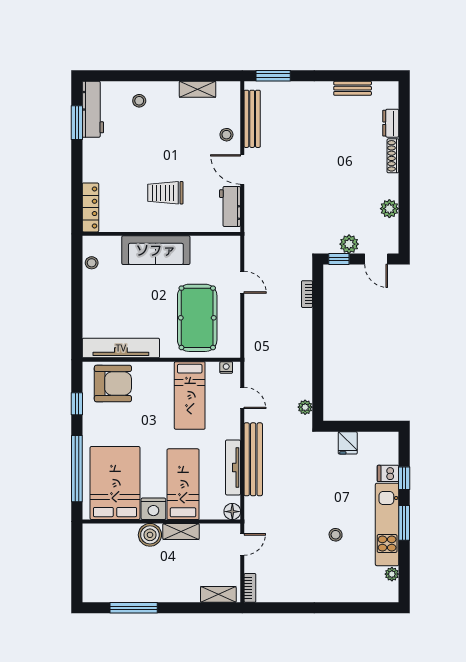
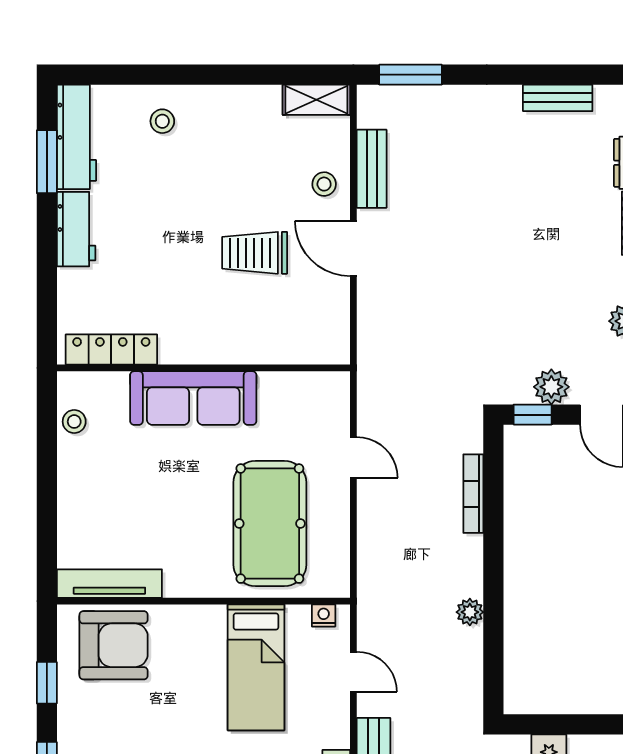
shelving: (198, 89) -> (316, 100), moved
bench: (252, 119) -> (372, 169), width x0.73
trolley: (165, 193) -> (255, 253), moved
locker: (90, 207) -> (111, 349), moved, turned -90
workbench: (230, 207) -> (76, 229), moved, turned 180
bookcase: (307, 294) -> (473, 494), width x1.56
tv unit: (121, 348) -> (109, 584), width x0.73, depth x0.78
plant: (305, 407) -> (470, 612), moved

